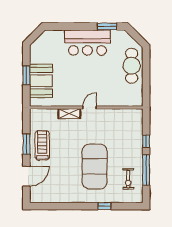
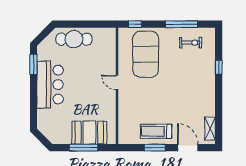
window: (26, 75) -> (84, 148), width x1.44
shelving: (69, 114) -> (210, 129), moved
window: (146, 141) -> (135, 24), moved
exercise mat: (95, 167) -> (146, 54), moved, turned 90

